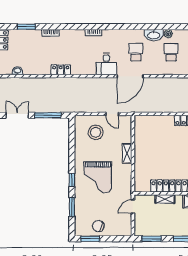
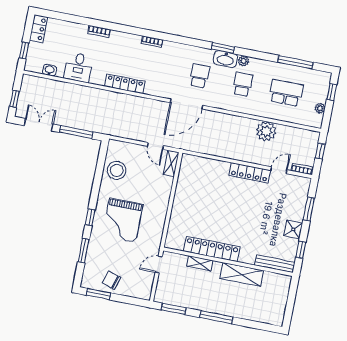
window: (26, 27) -> (223, 48), moved
desk: (106, 64) -> (78, 67), moved
locker: (61, 70) -> (125, 84), moved, width x1.53
stool: (96, 132) -> (117, 170), moved
shelving: (127, 153) -> (171, 164), moved

